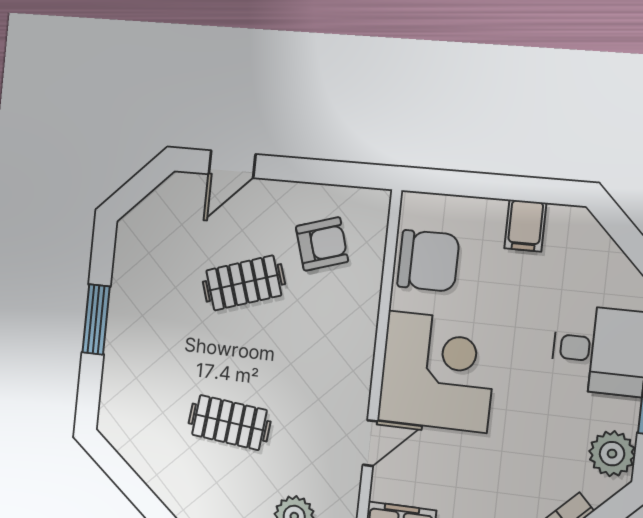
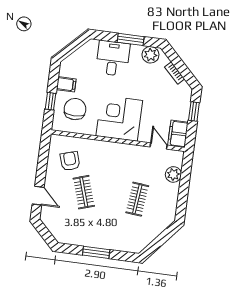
window: (479, 185) -> (51, 101), added
chair: (428, 261) -> (75, 109), moved
door: (370, 443) -> (159, 146), moved

